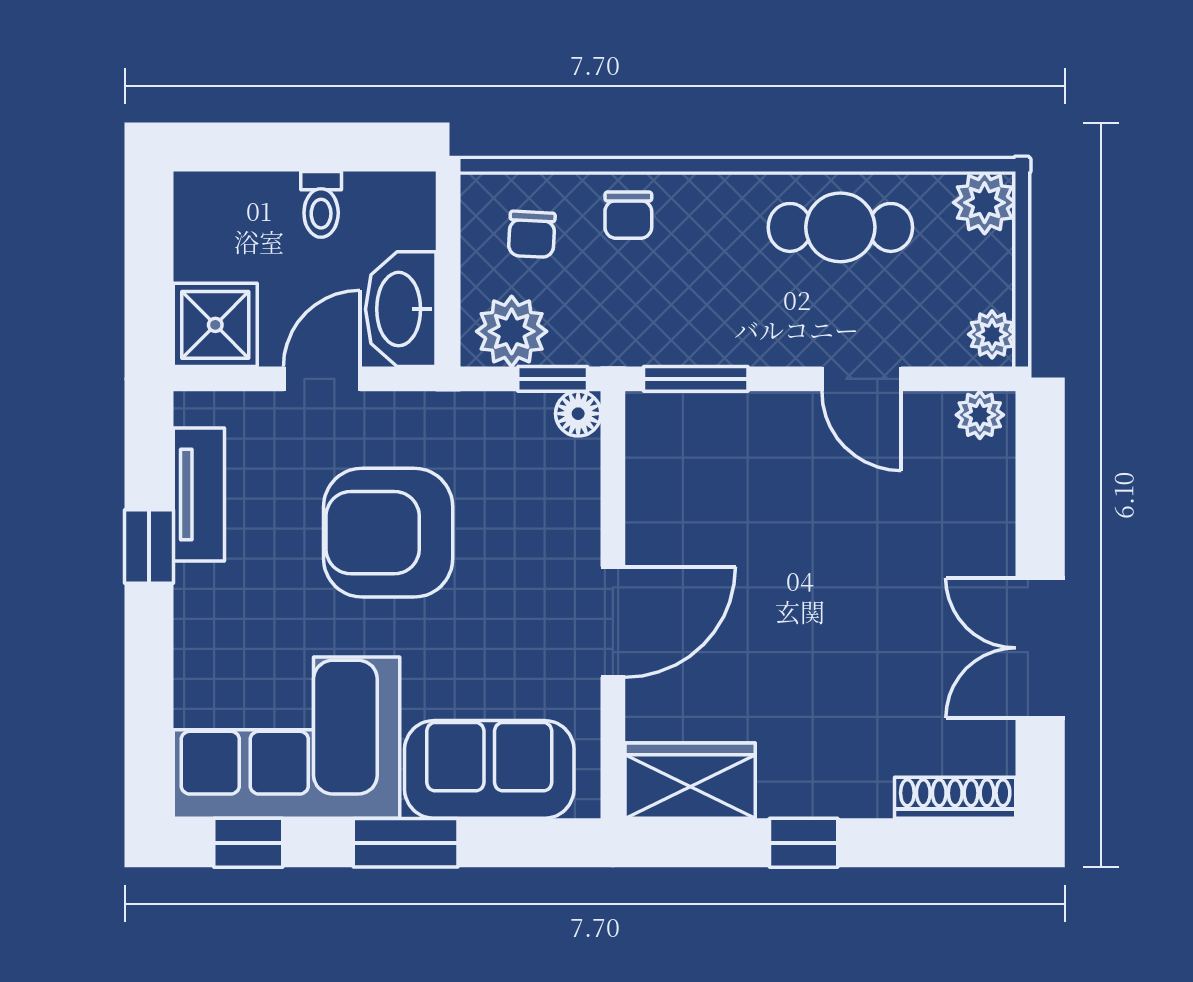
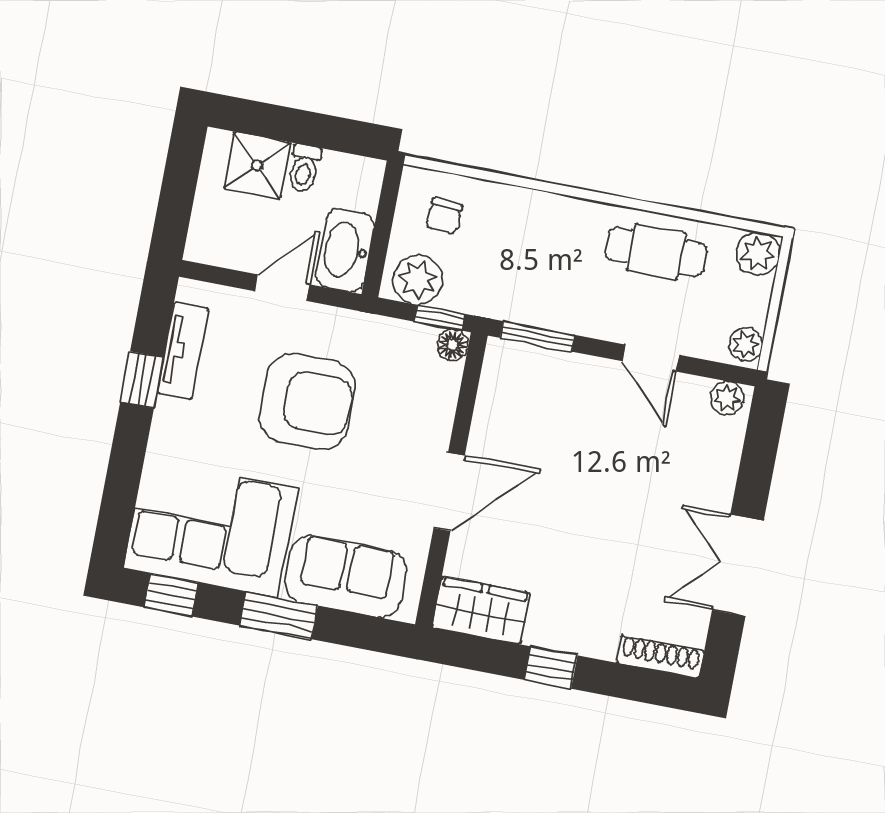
chair: (628, 215) -> (513, 216), removed
shower: (215, 325) -> (257, 166), moved
armchair: (388, 533) -> (307, 401), turned 180

